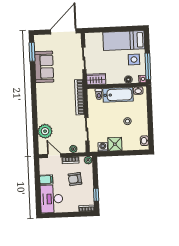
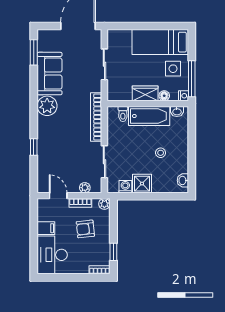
wardrobe: (96, 79) -> (145, 93), moved
window: (35, 121) -> (34, 147), added
plant: (45, 131) -> (47, 106), moved

